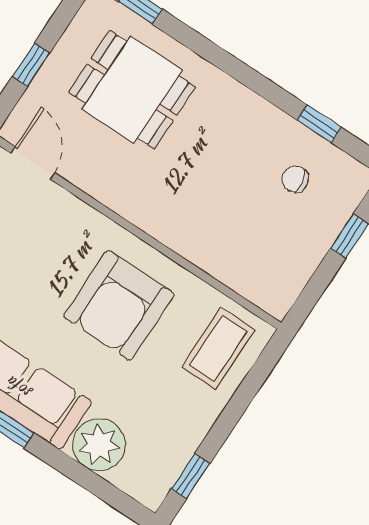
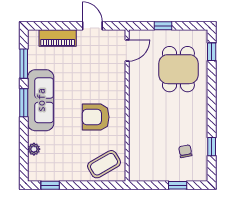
armchair: (119, 305) -> (96, 117), width x0.73, depth x0.73
coffee table: (218, 348) -> (104, 164), turned -30
plant: (99, 445) -> (34, 149), width x0.53, depth x0.53

